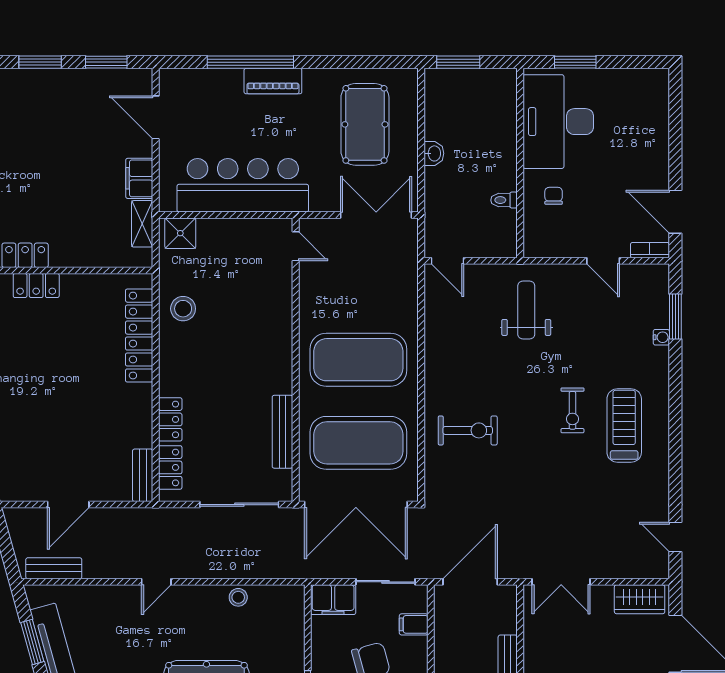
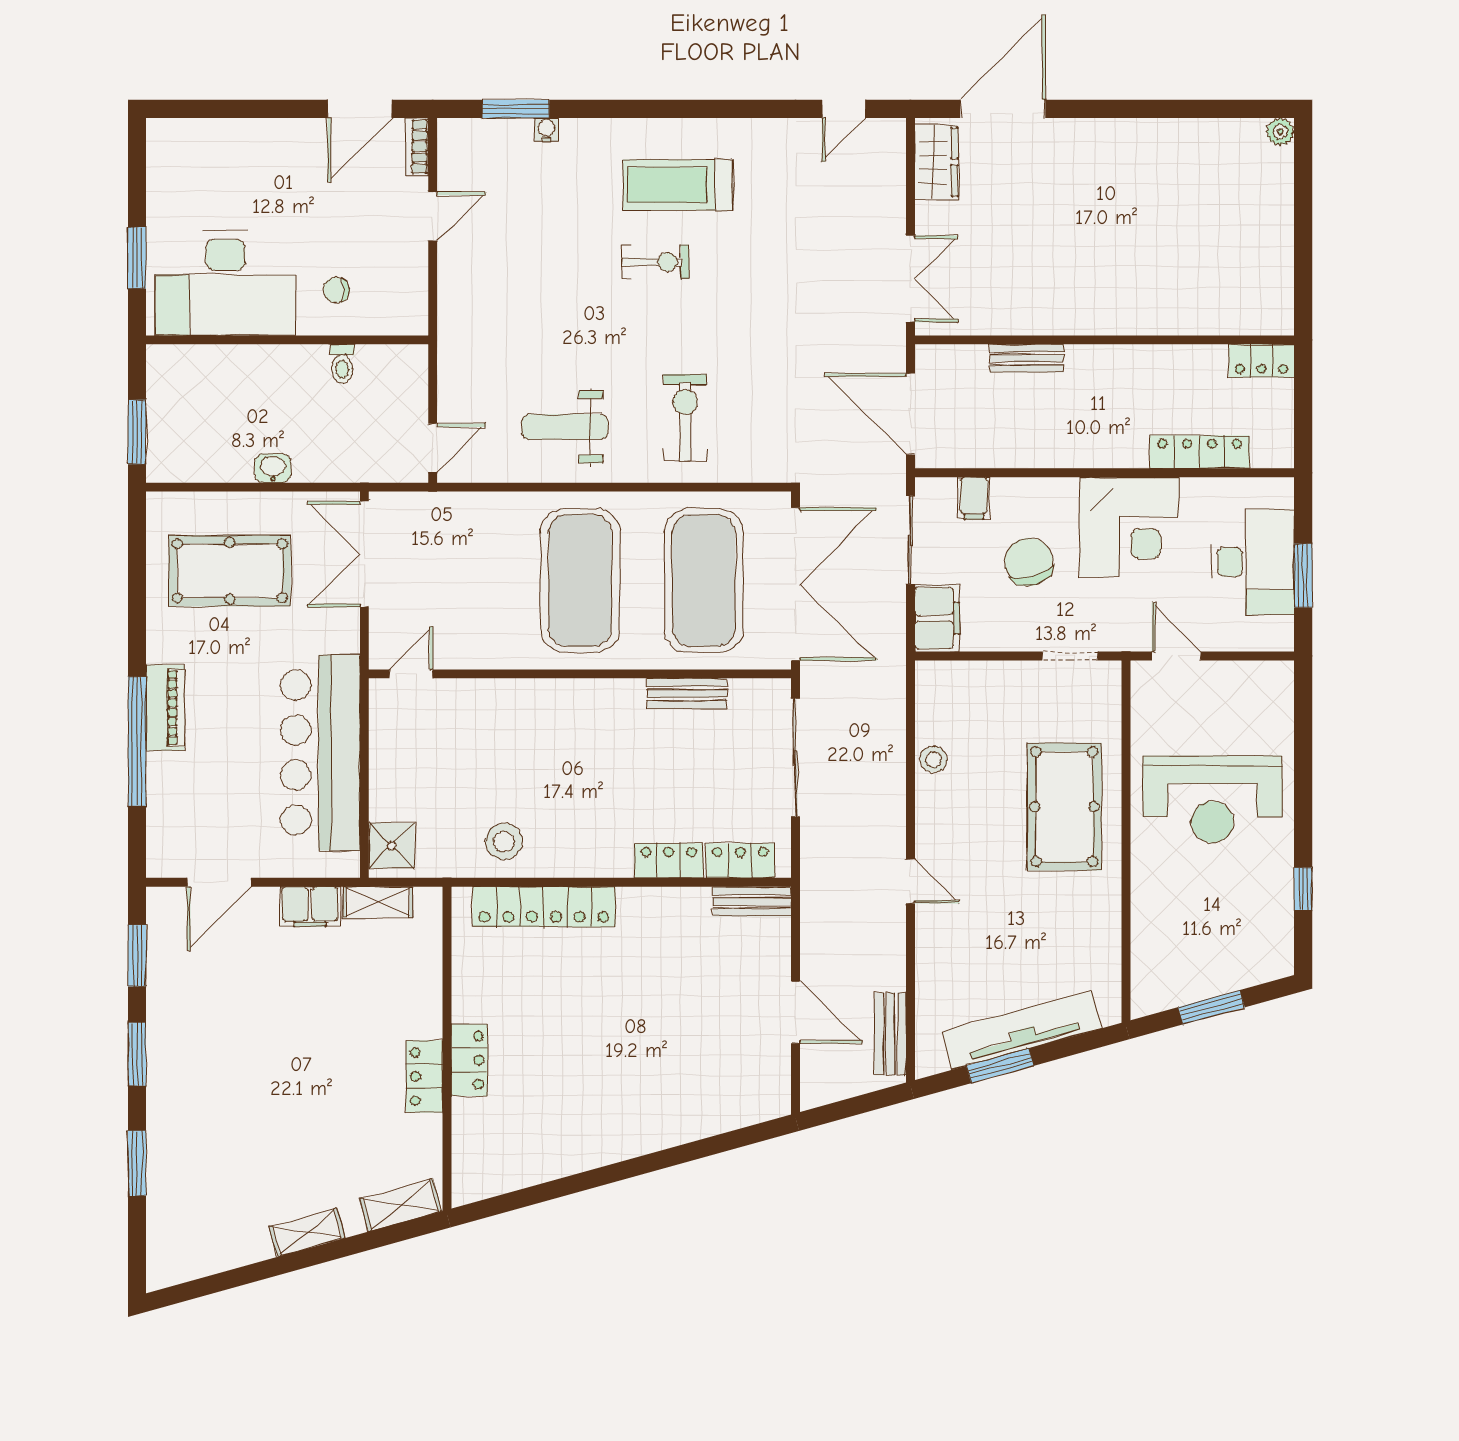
weight bench: (526, 310) -> (565, 427), moved
bench: (282, 432) -> (687, 693), width x0.73

